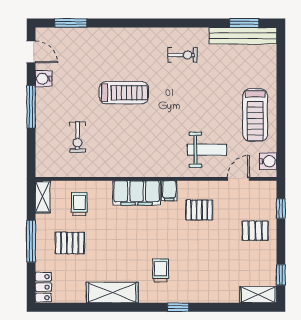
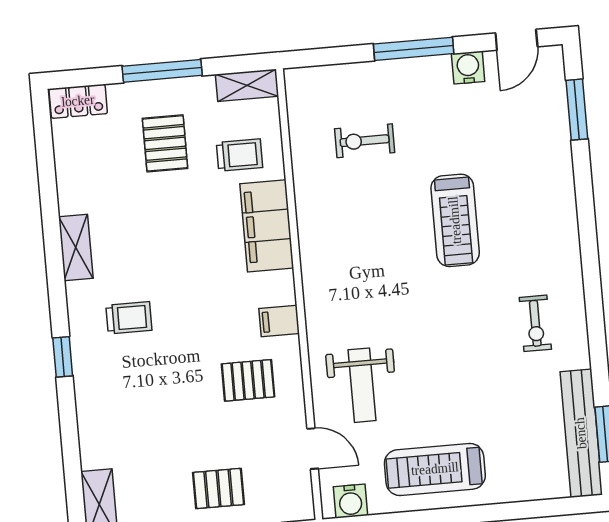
filing cabinet: (137, 193) -> (267, 226), moved
pallet: (199, 210) -> (248, 380), turned 90
pallet: (255, 231) -> (219, 488), turned 90
shelving: (112, 293) -> (76, 247), width x0.67, depth x0.75

